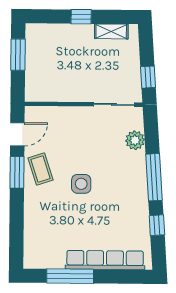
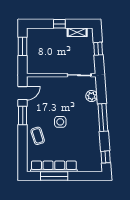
window: (148, 77) -> (98, 49), moved
coffee table: (41, 169) -> (38, 136), moved
window: (157, 225) -> (106, 157), moved
row of seats: (105, 260) -> (54, 166), moved

